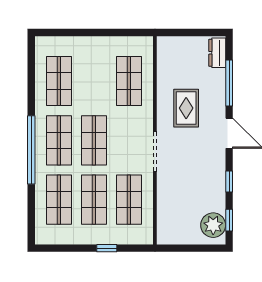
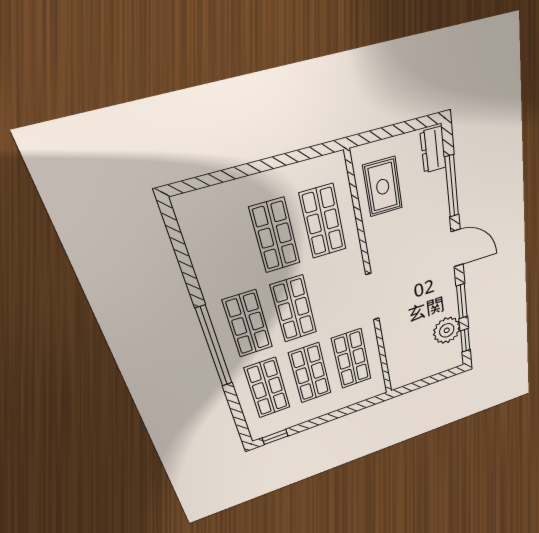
shop shelf: (59, 81) -> (275, 236), moved
rug: (186, 108) -> (383, 187), moved
window: (229, 182) -> (462, 301), width x1.50
plant: (213, 225) -> (447, 330), moved
window: (107, 248) -> (275, 437), moved

